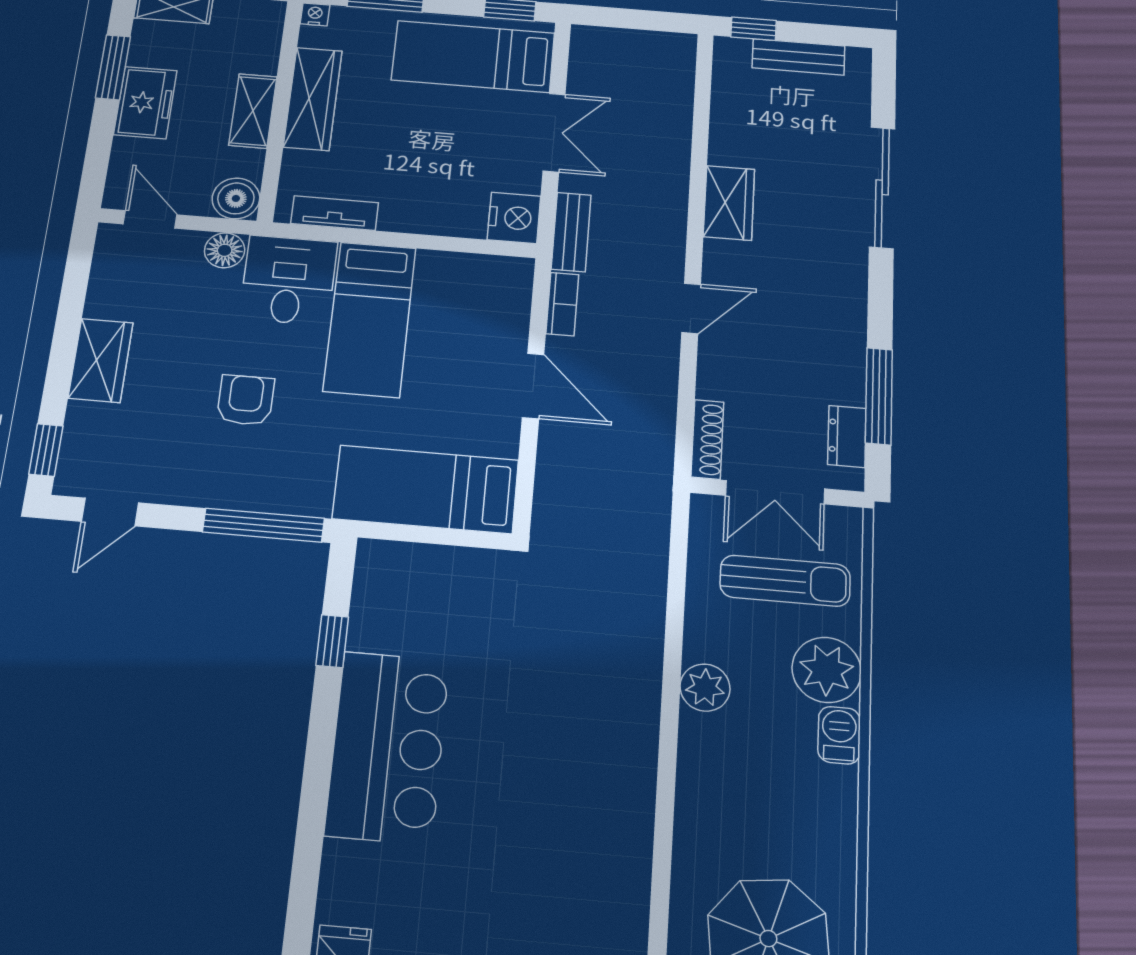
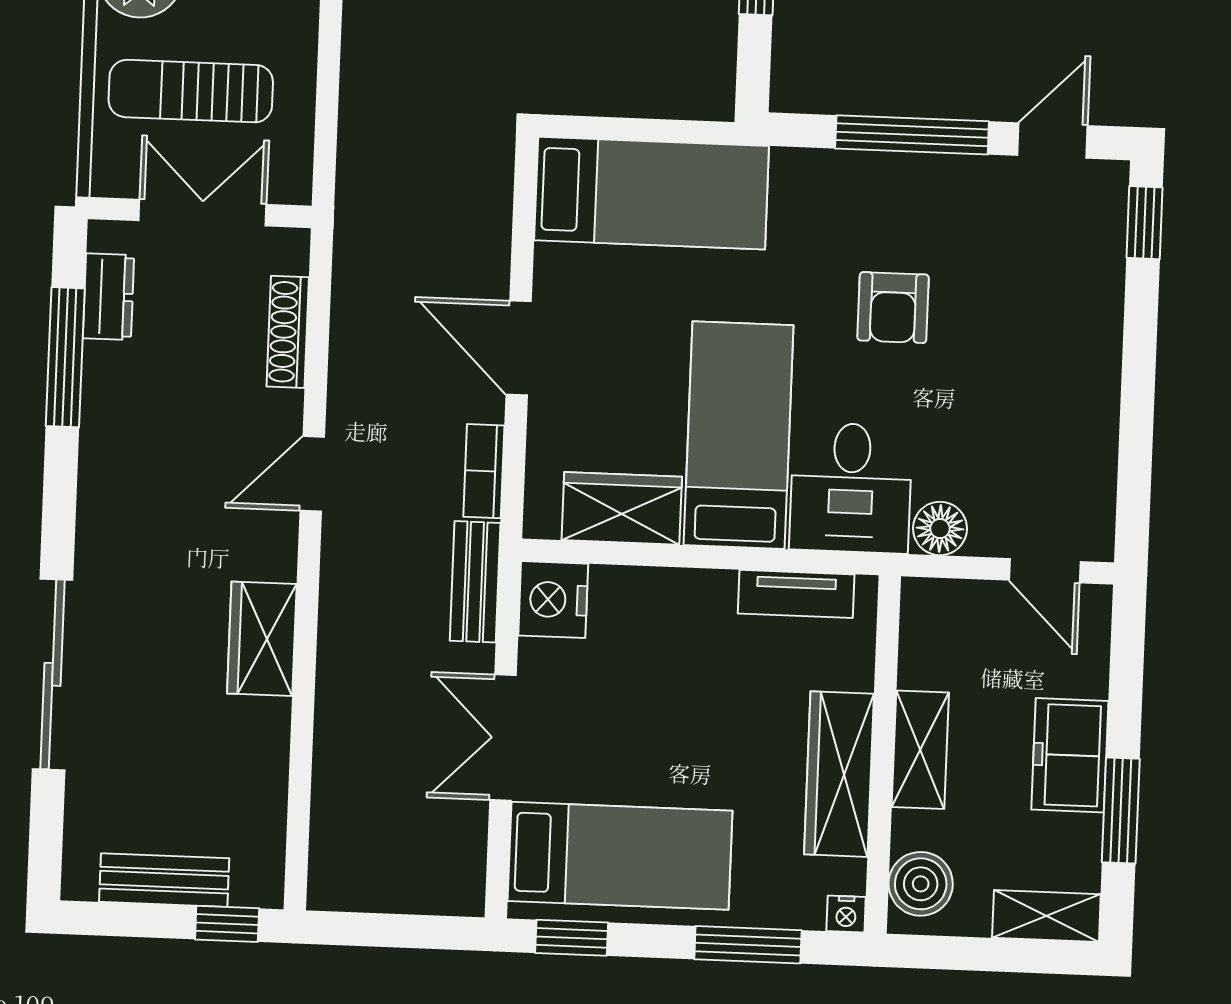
boiler: (236, 198) -> (921, 884), moved
wardrobe: (101, 360) -> (622, 508), moved, turned 90
shoe rack: (707, 439) -> (288, 332), moved
window: (263, 525) -> (912, 135), moved

